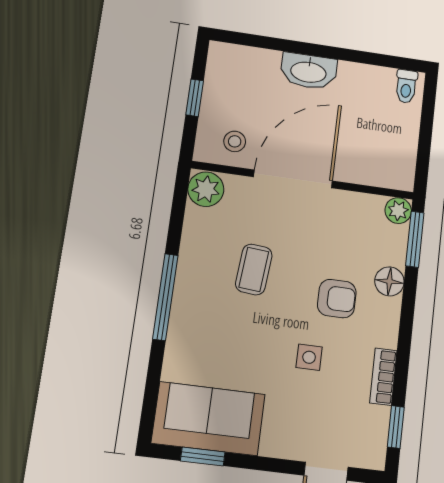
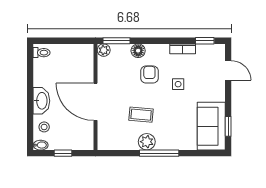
bidet: (218, 56) -> (41, 145), added
stool: (235, 141) -> (44, 127), moved
plant: (206, 189) -> (147, 142), moved

